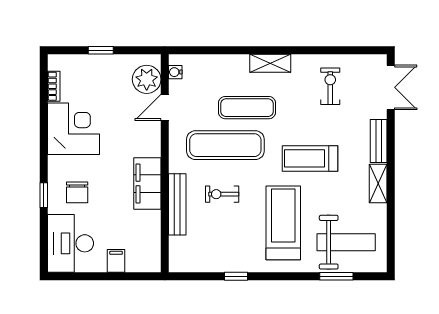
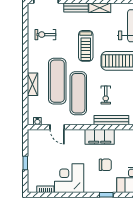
shelving: (270, 63) -> (33, 84), moved
plant: (147, 79) -> (42, 137), removed
exercise mat: (247, 108) -> (57, 81), width x1.36, depth x1.45
chair: (77, 192) -> (105, 165), moved

